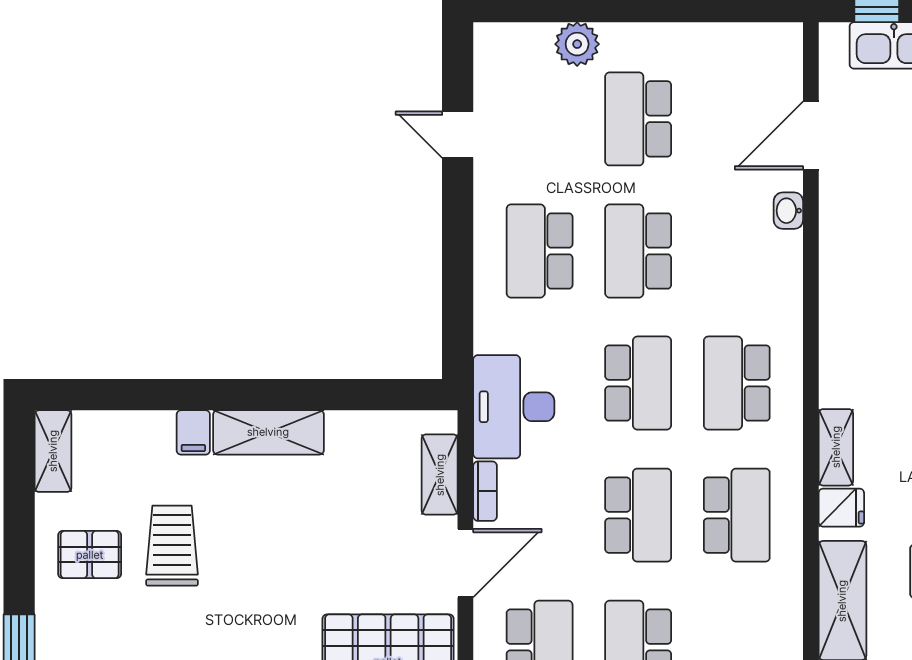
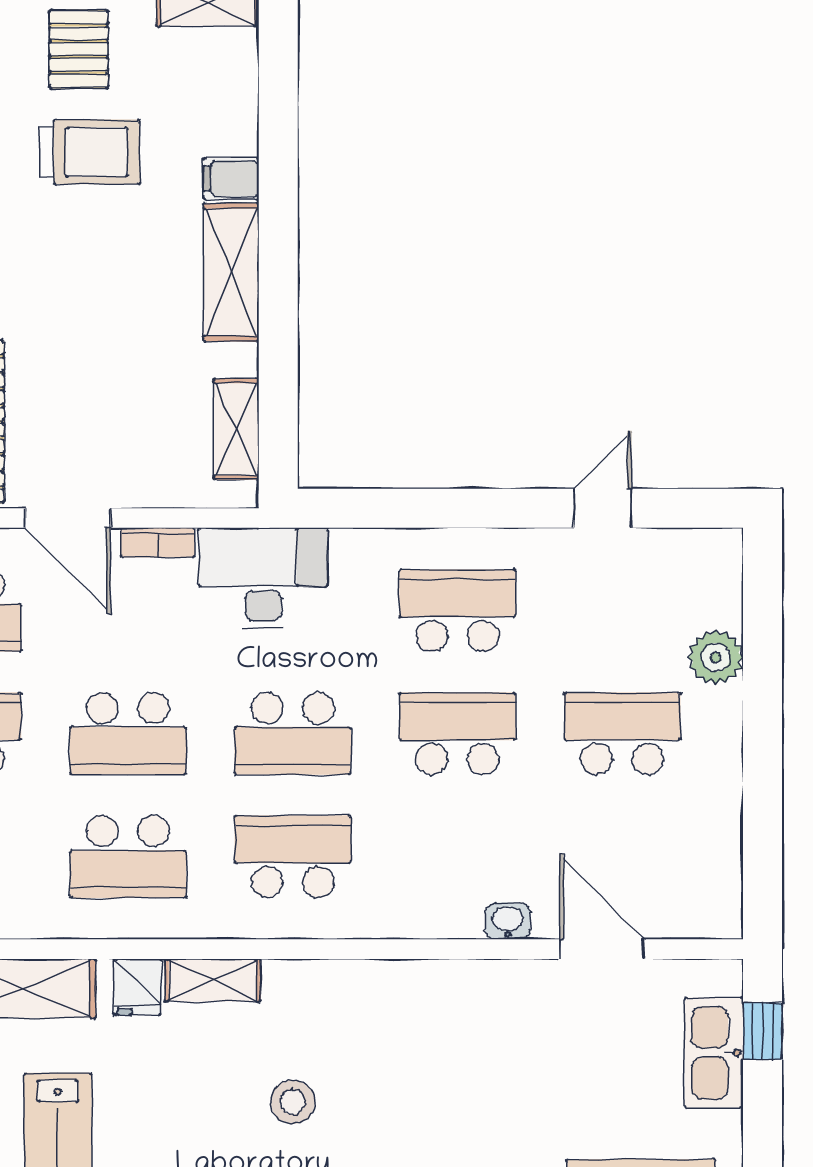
shelving: (440, 475) -> (236, 429), moved, turned 90

